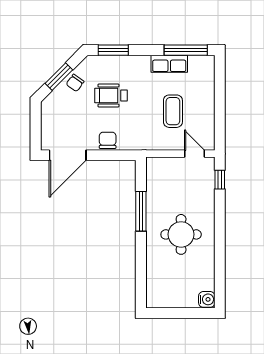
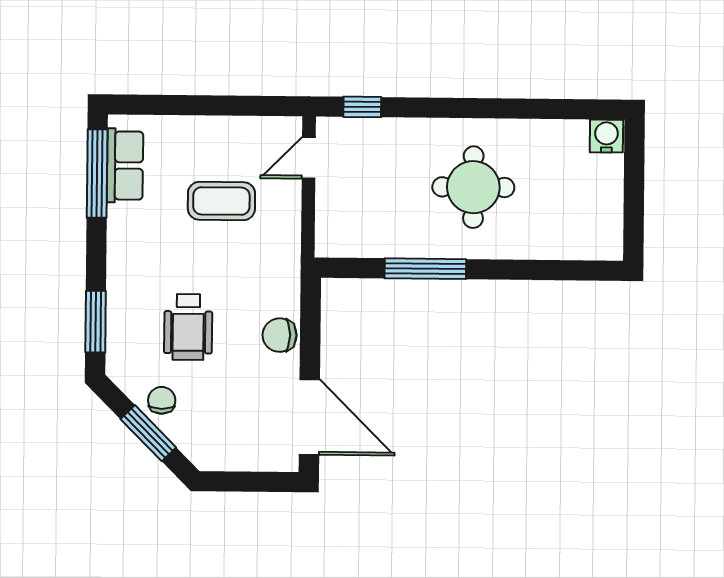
row of seats: (169, 64) -> (125, 165), moved
chair: (75, 83) -> (162, 400), turned -126

